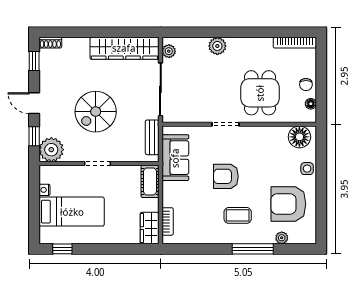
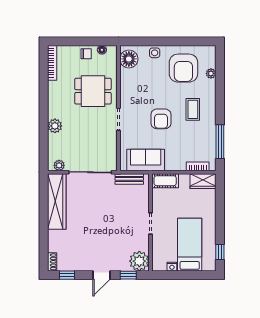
spiral stairs: (96, 112) -> (108, 225), removed
window: (253, 249) -> (220, 142), moved

